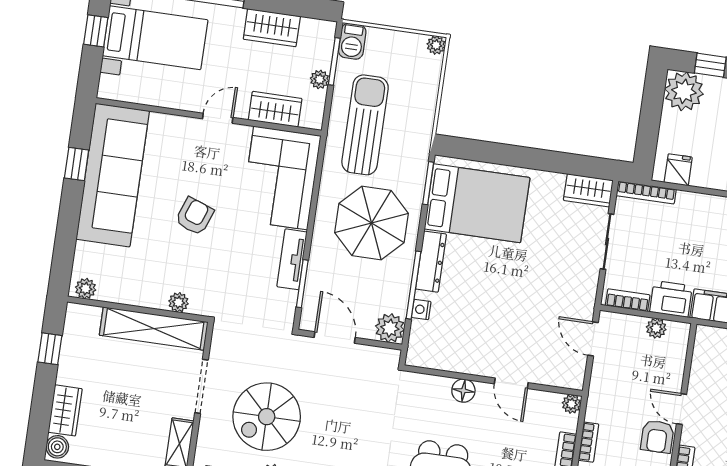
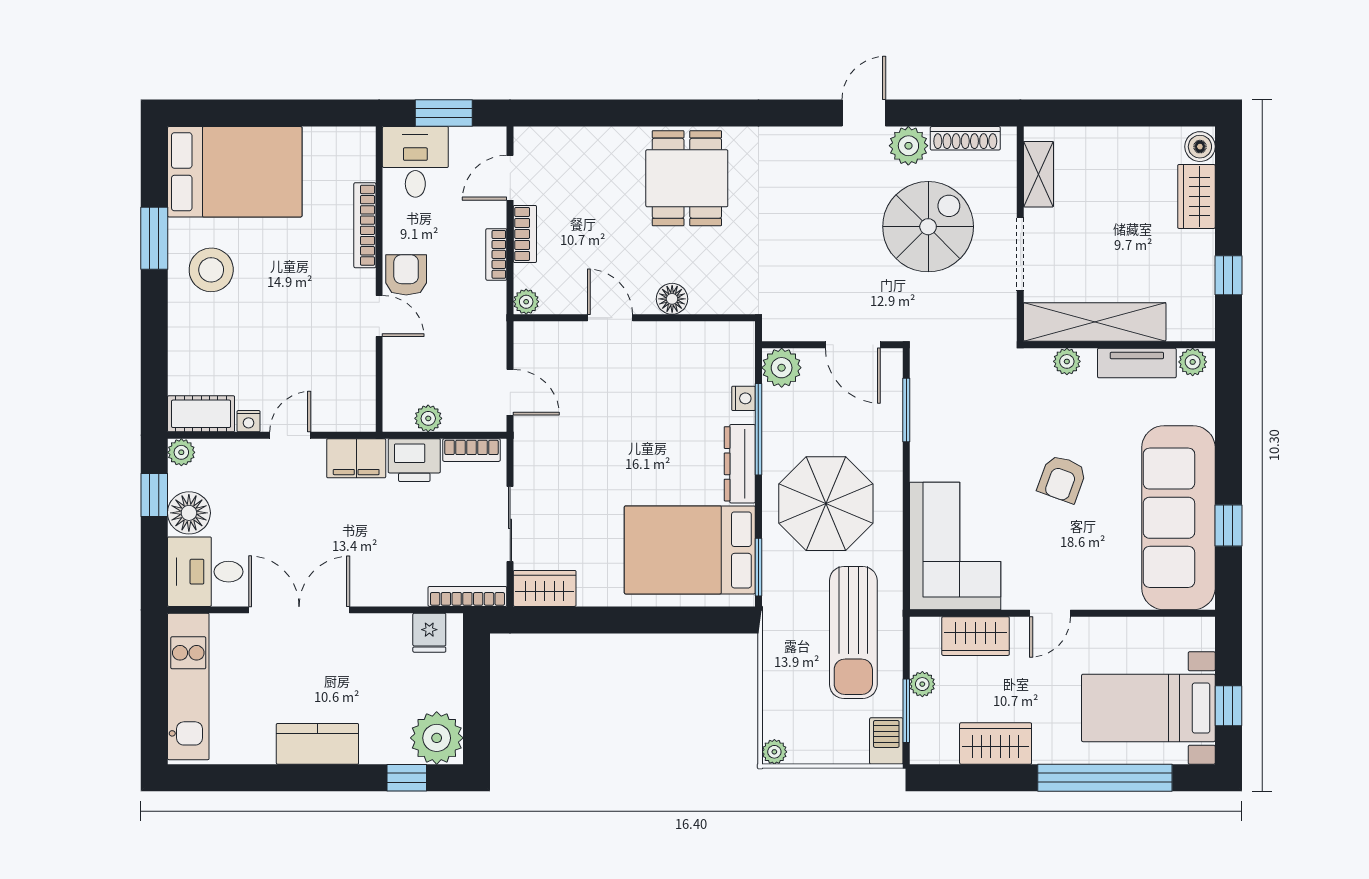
tv unit: (292, 259) -> (1137, 363), moved, turned 90

